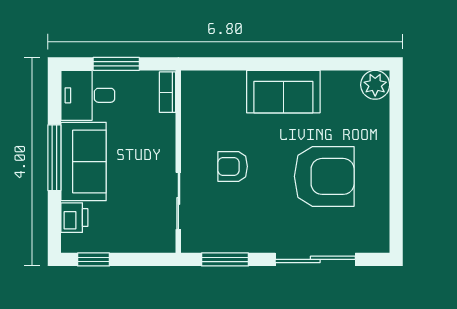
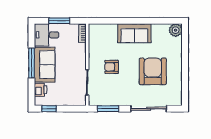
armchair: (324, 176) -> (153, 71), turned -90

